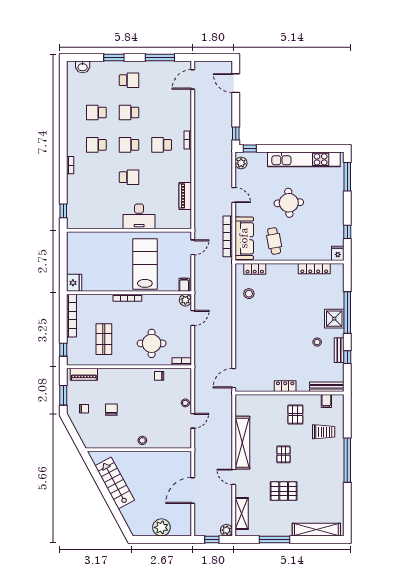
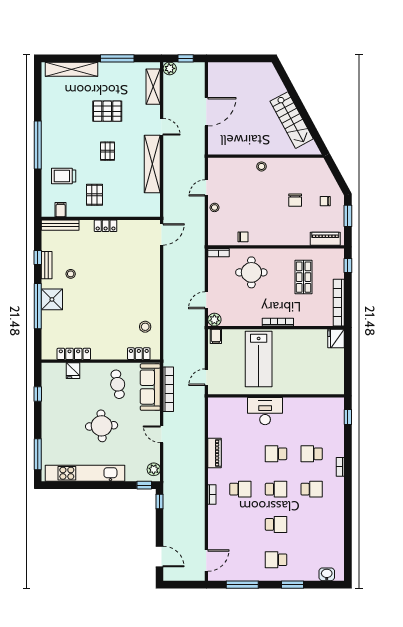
school desk: (96, 113) -> (312, 454), moved, turned 180
piano: (185, 196) -> (215, 453), moved
fridge: (338, 253) -> (73, 371), moved
plant: (161, 527) -> (241, 72), removed

